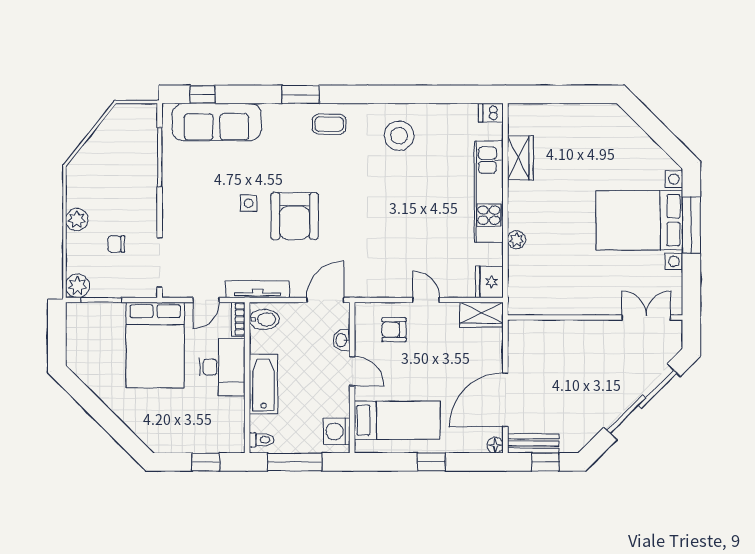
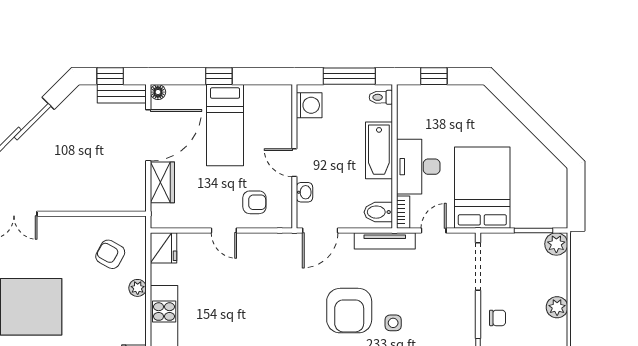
armchair: (295, 216) -> (349, 311), turned 180
chair: (116, 244) -> (498, 318), moved
armchair: (545, 275) -> (110, 254), added
wardrobe: (482, 315) -> (162, 182), moved, turned 90
bed: (397, 420) -> (225, 125), moved, turned -90

